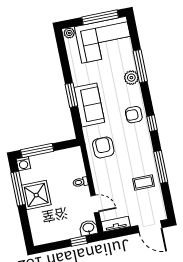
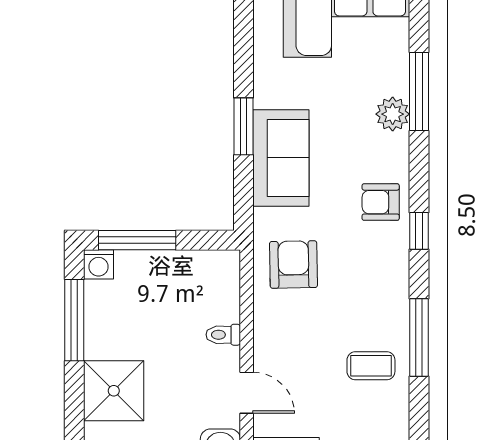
shower: (36, 195) -> (114, 391), moved

